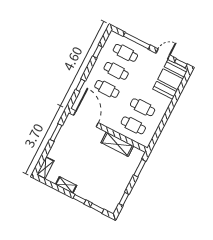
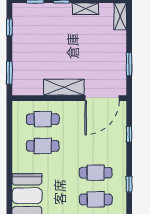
cafe table: (107, 89) -> (96, 146), removed
door: (86, 119) -> (102, 98), hinge flipped
shelving: (117, 144) -> (64, 87), moved

